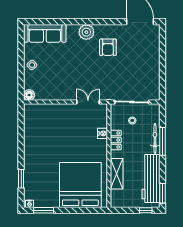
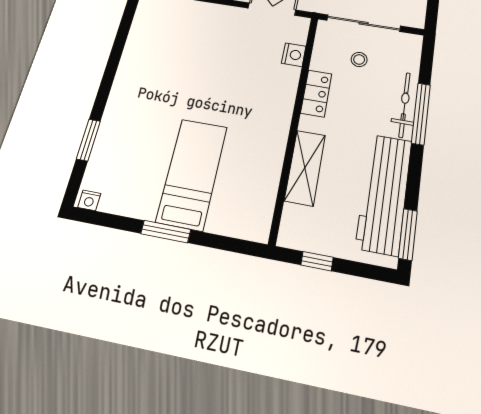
nightstand: (102, 133) -> (294, 55), moved
bed: (80, 185) -> (192, 174), width x0.49
window: (44, 210) -> (166, 232), moved
window: (146, 210) -> (317, 261), moved

